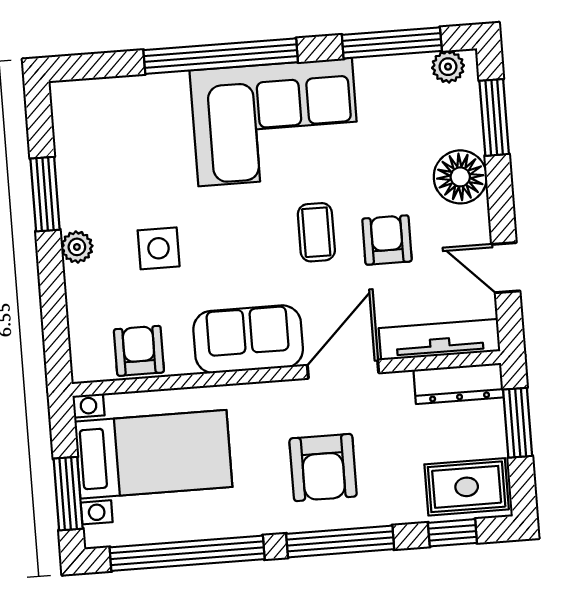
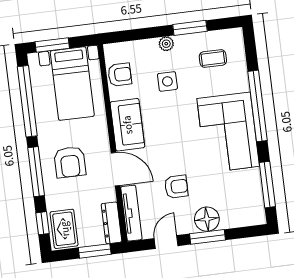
plant: (448, 67) -> (258, 211), removed
window: (494, 117) -> (208, 237), moved
coffee table: (316, 232) -> (213, 59), moved
armchair: (323, 467) -> (70, 162), turned -90

